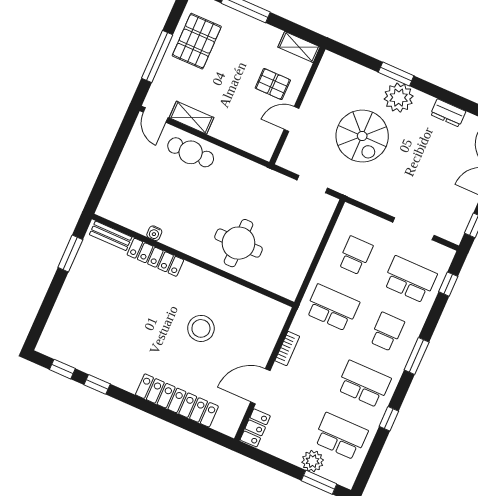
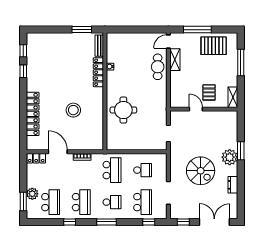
spiral stairs: (362, 136) -> (201, 171), moved, turned -90

